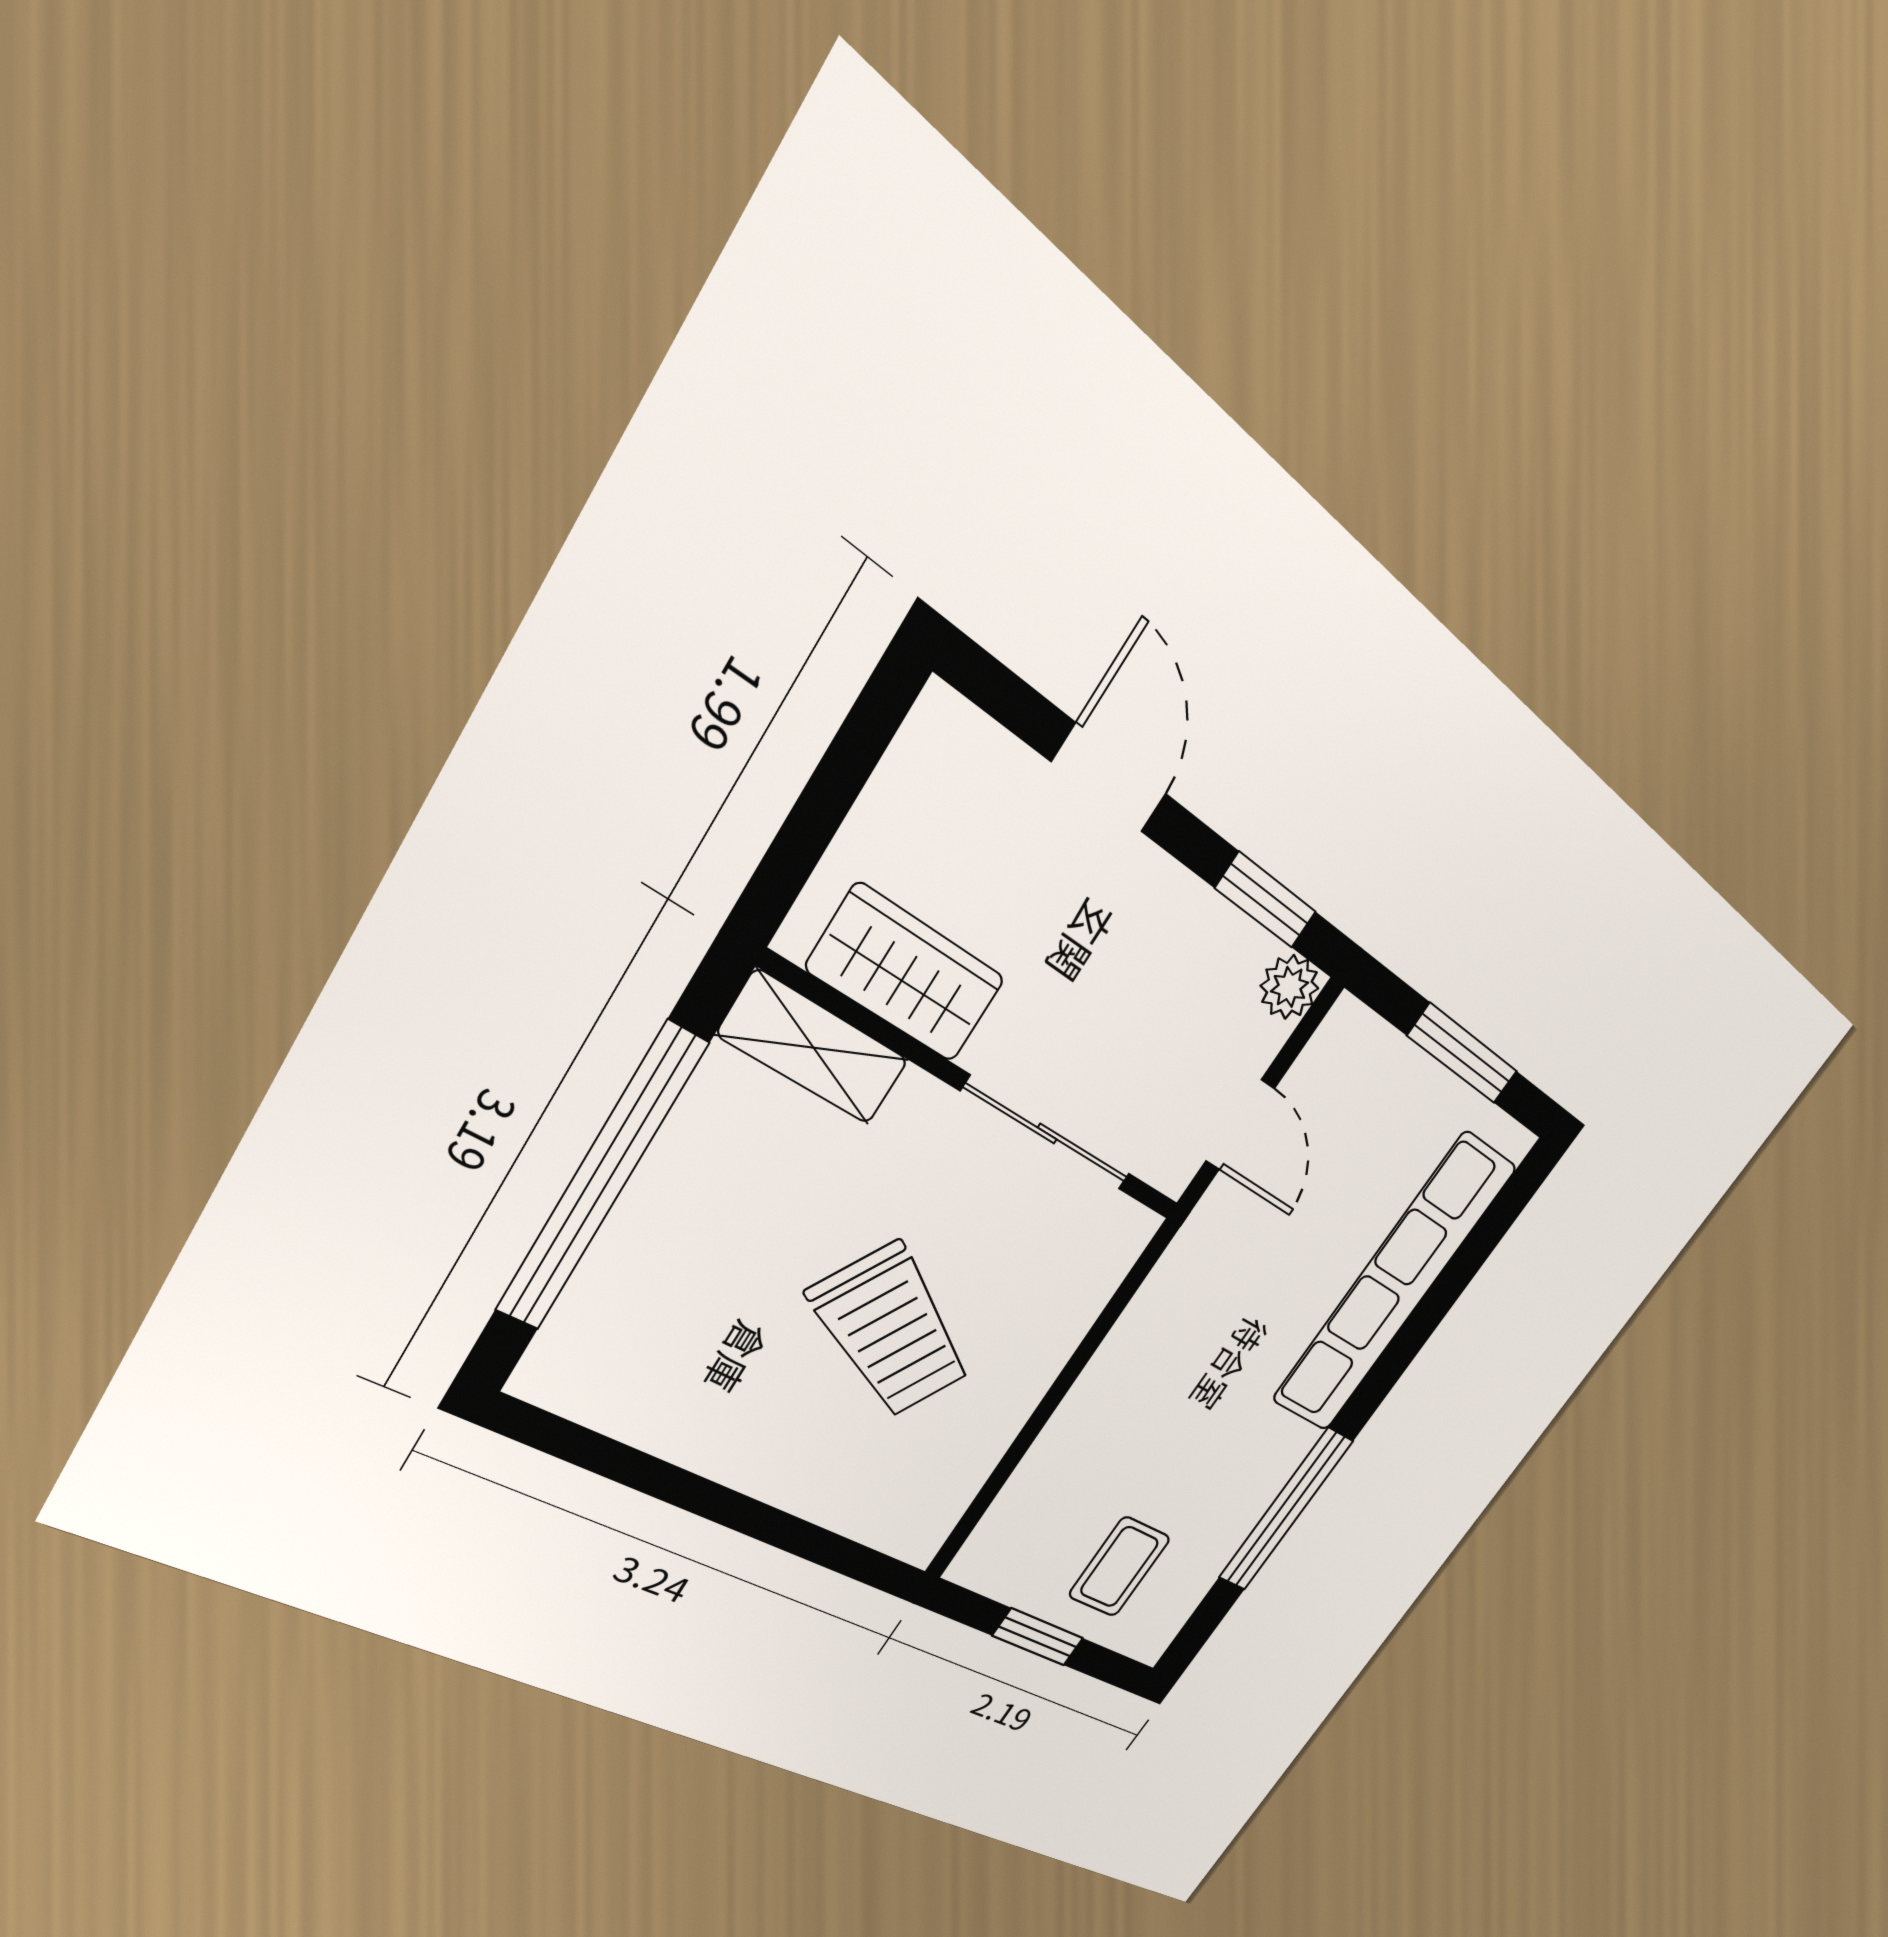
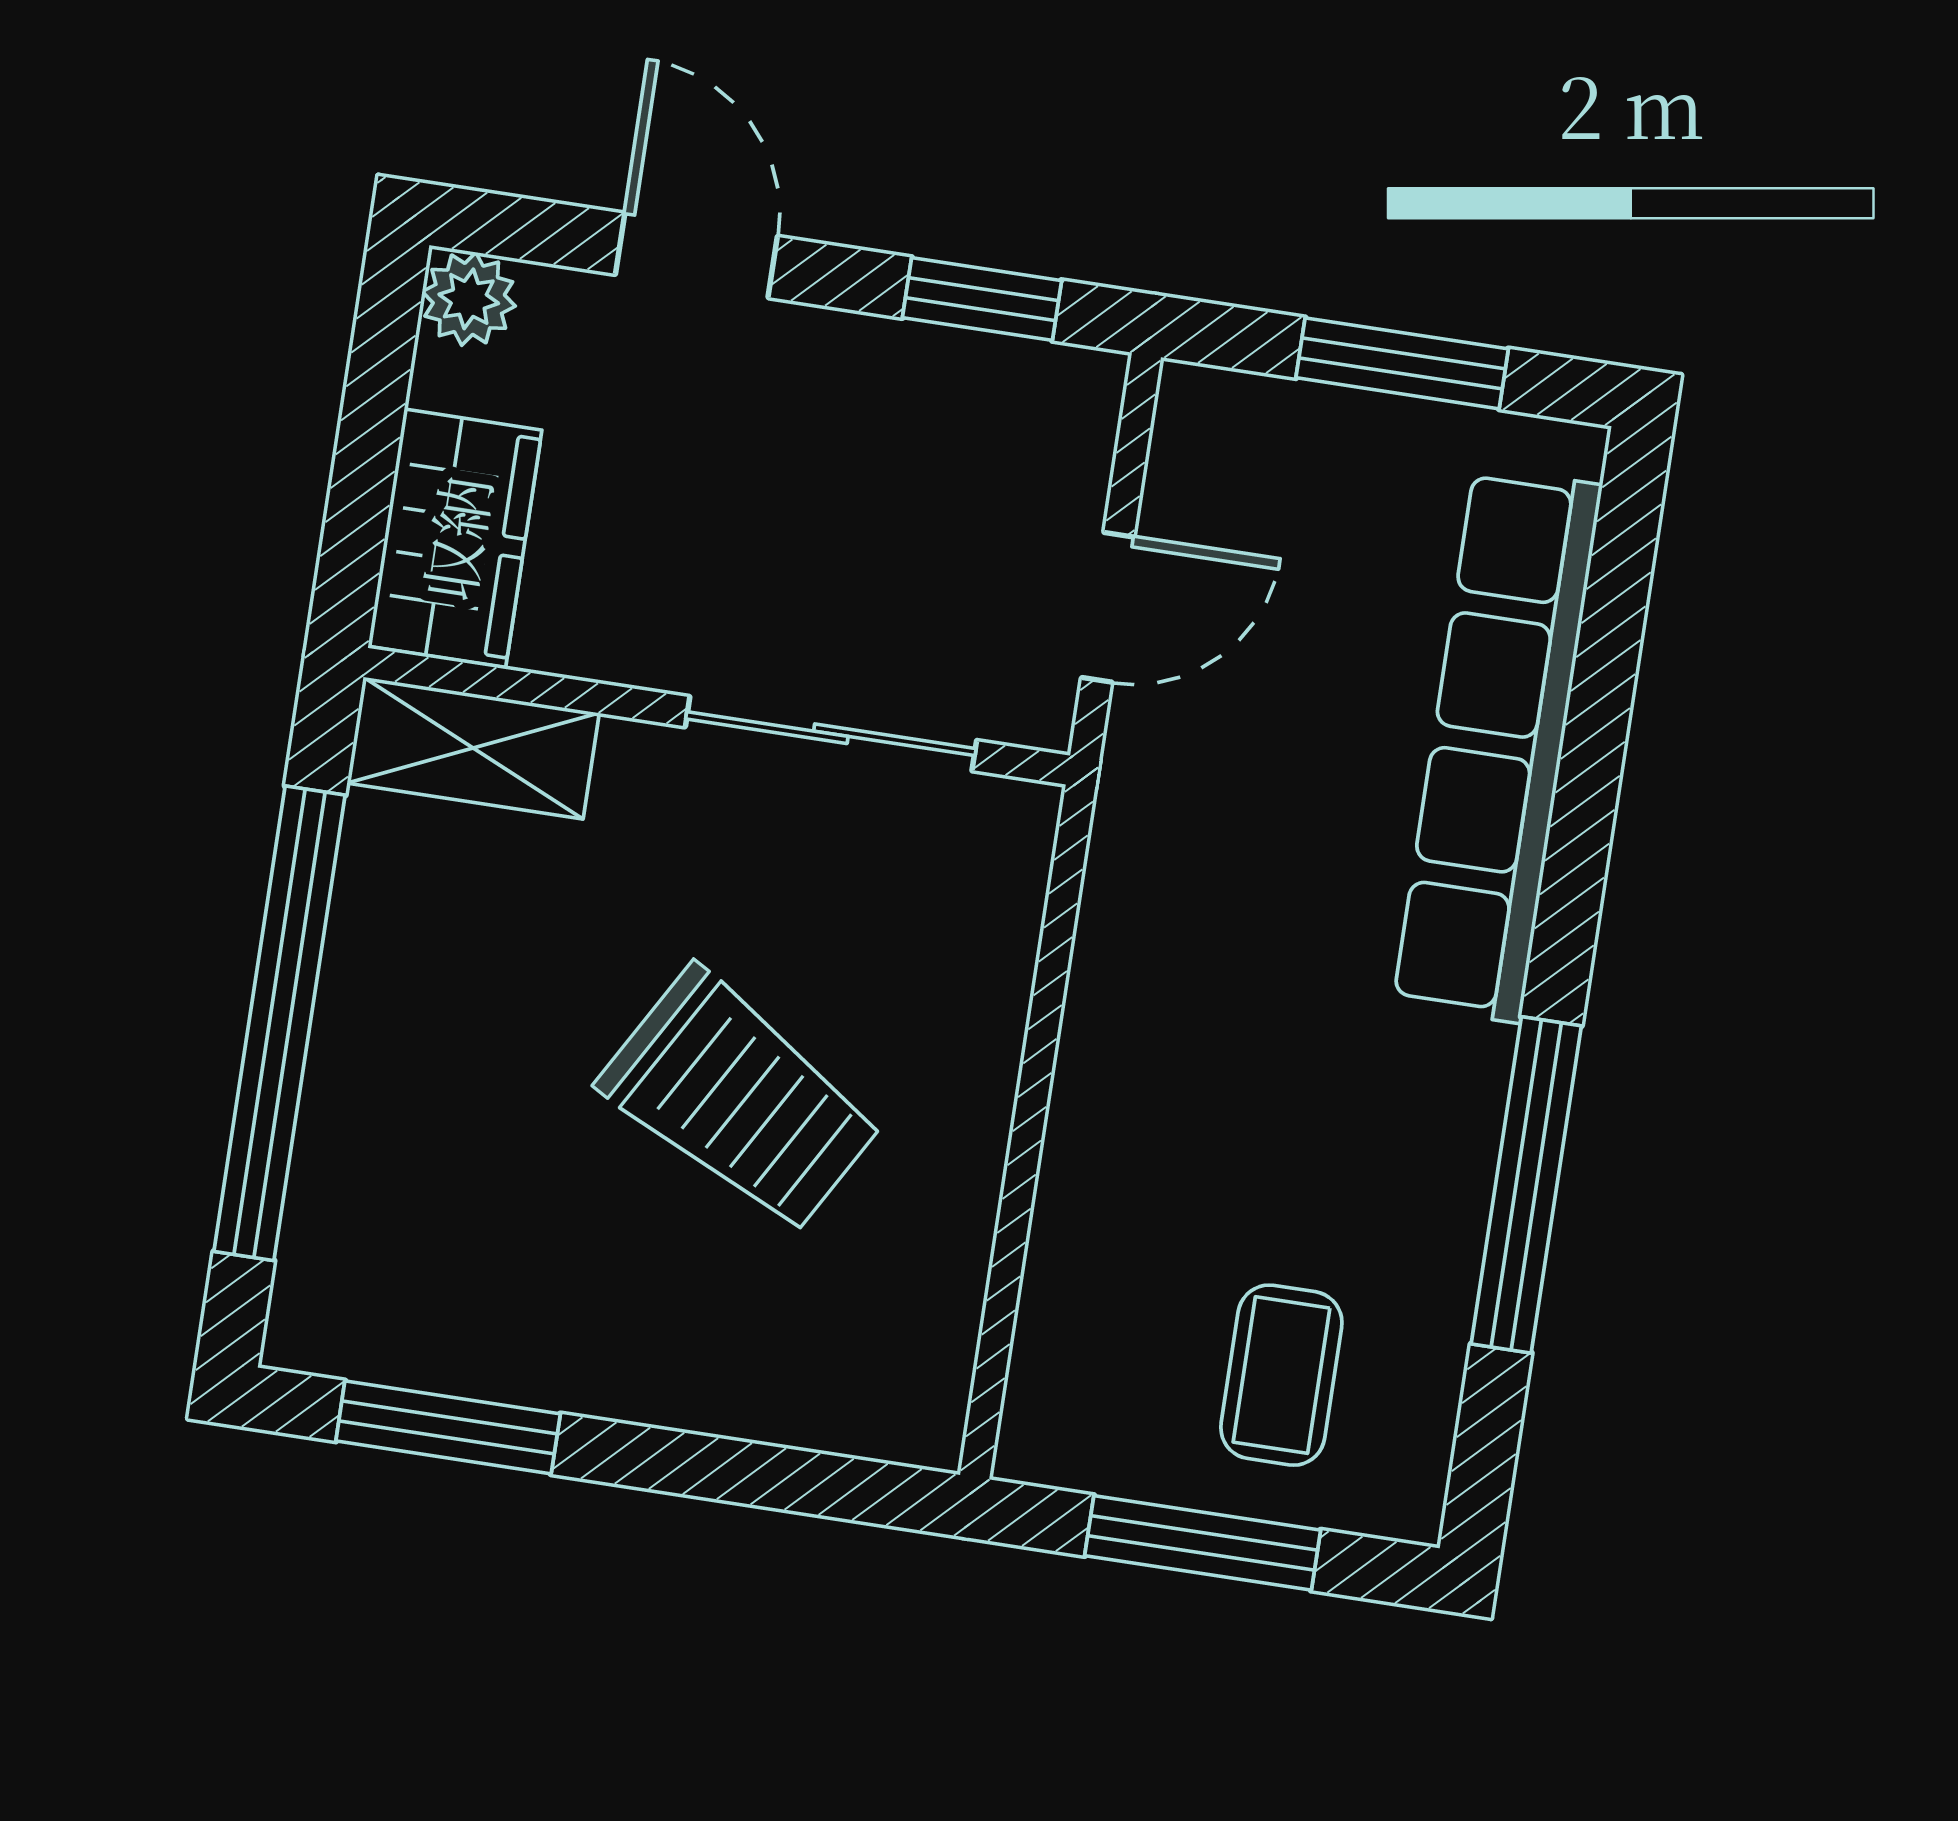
wardrobe: (906, 974) -> (455, 538), moved, turned 90
plant: (1290, 987) -> (469, 299), moved
door: (1240, 1125) -> (1108, 607), hinge flipped
window: (621, 1463) -> (448, 1427), added
window: (1038, 1637) -> (1203, 1543), width x1.50

